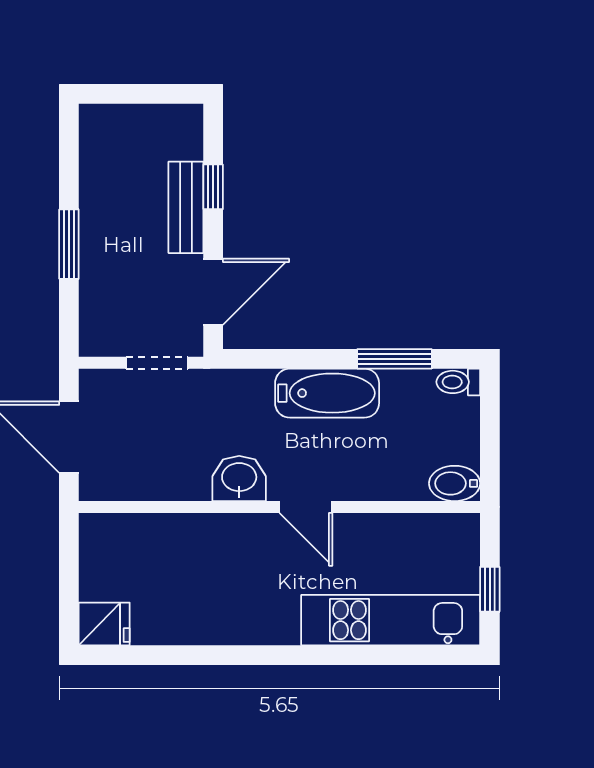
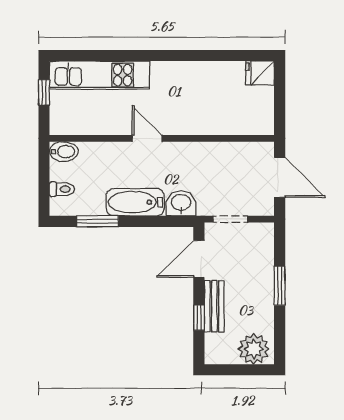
plant: (115, 131) -> (254, 349), added
toilet: (458, 382) -> (62, 189), moved
washbasin: (239, 478) -> (181, 203), moved, turned 180

